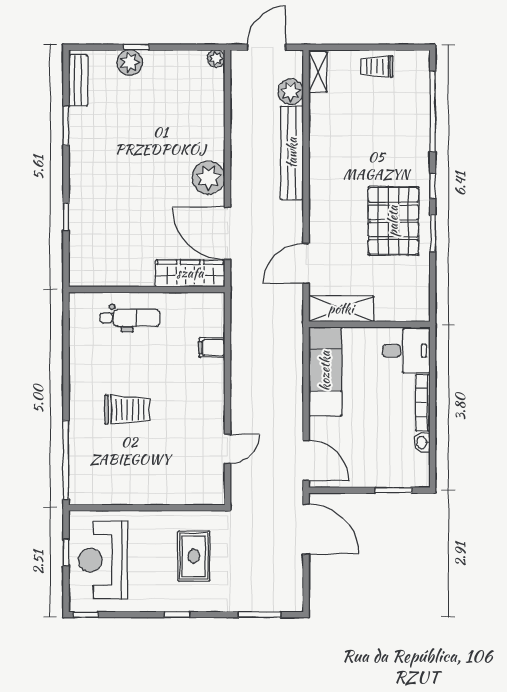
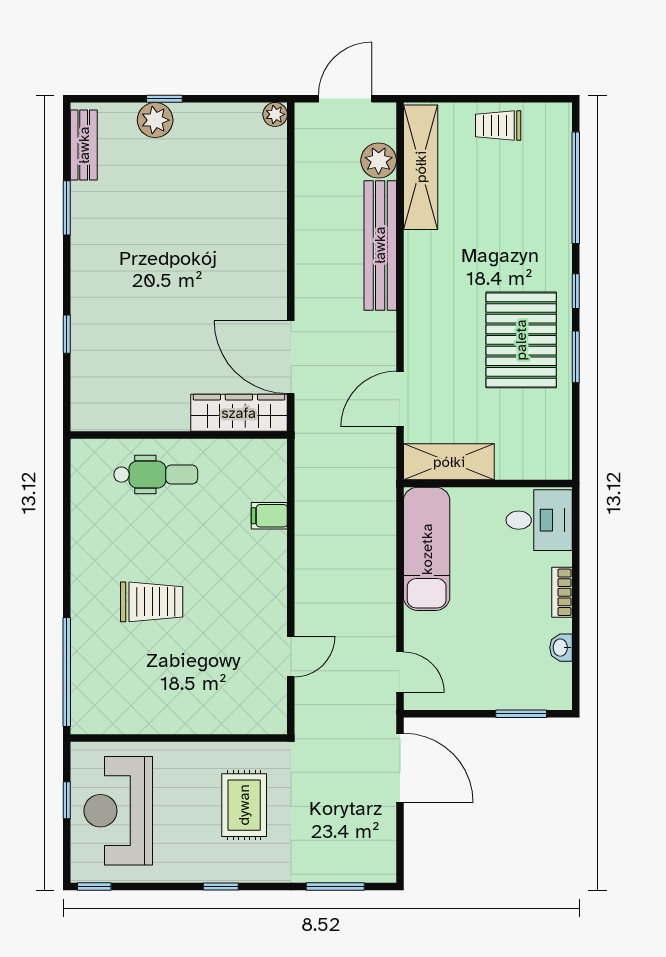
shelving: (318, 72) -> (421, 167), width x2.20, depth x1.33
plant: (208, 178) -> (264, 280), removed
bookcase: (423, 403) -> (562, 592), width x0.64
door: (306, 460) -> (400, 672), width x0.73

